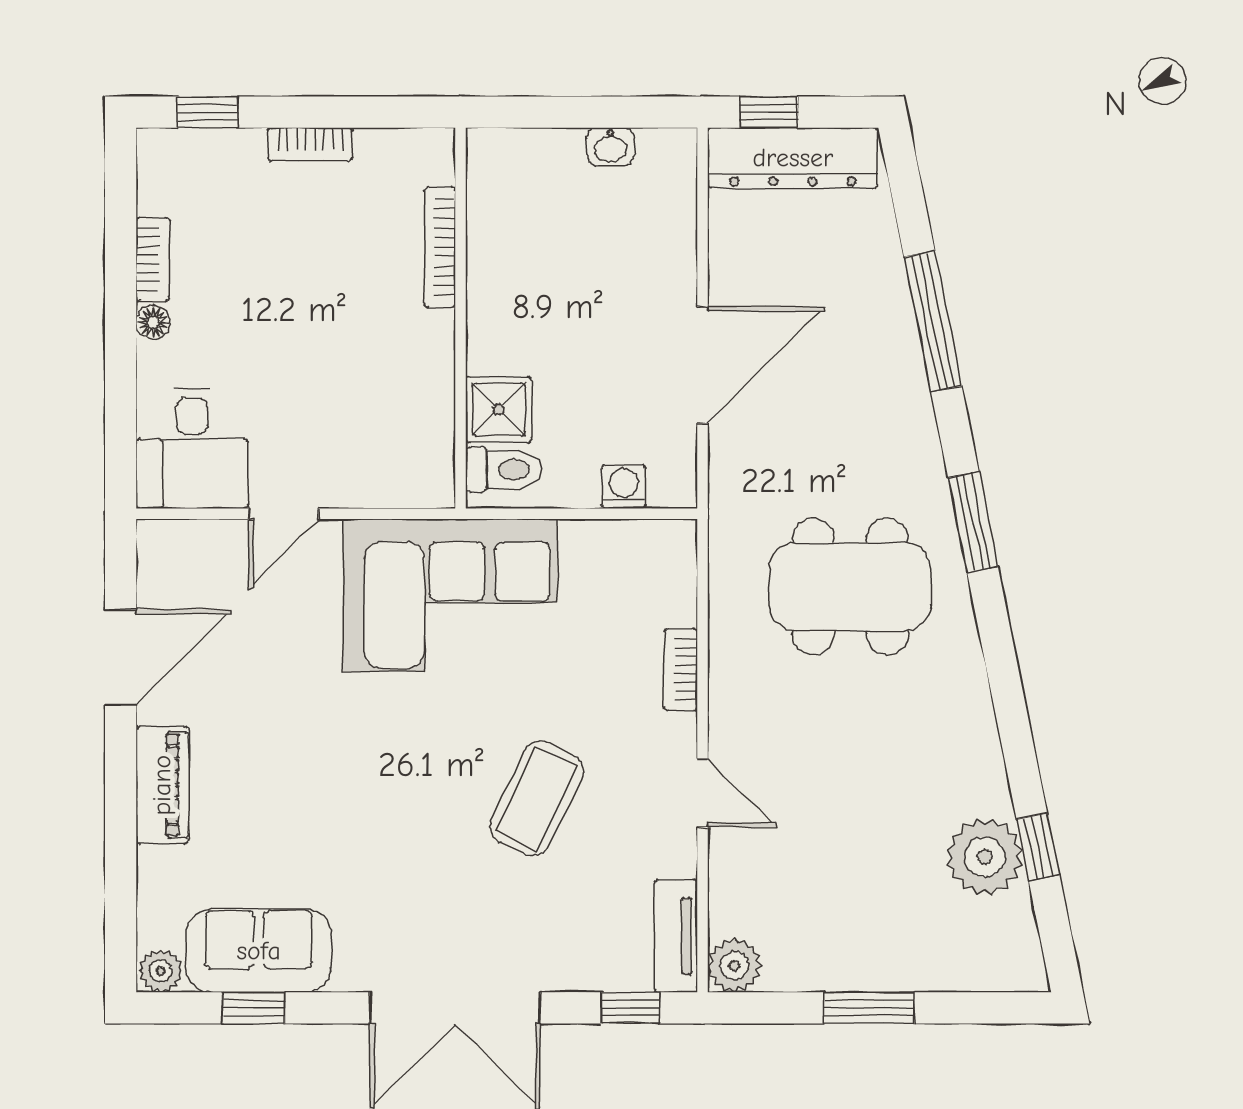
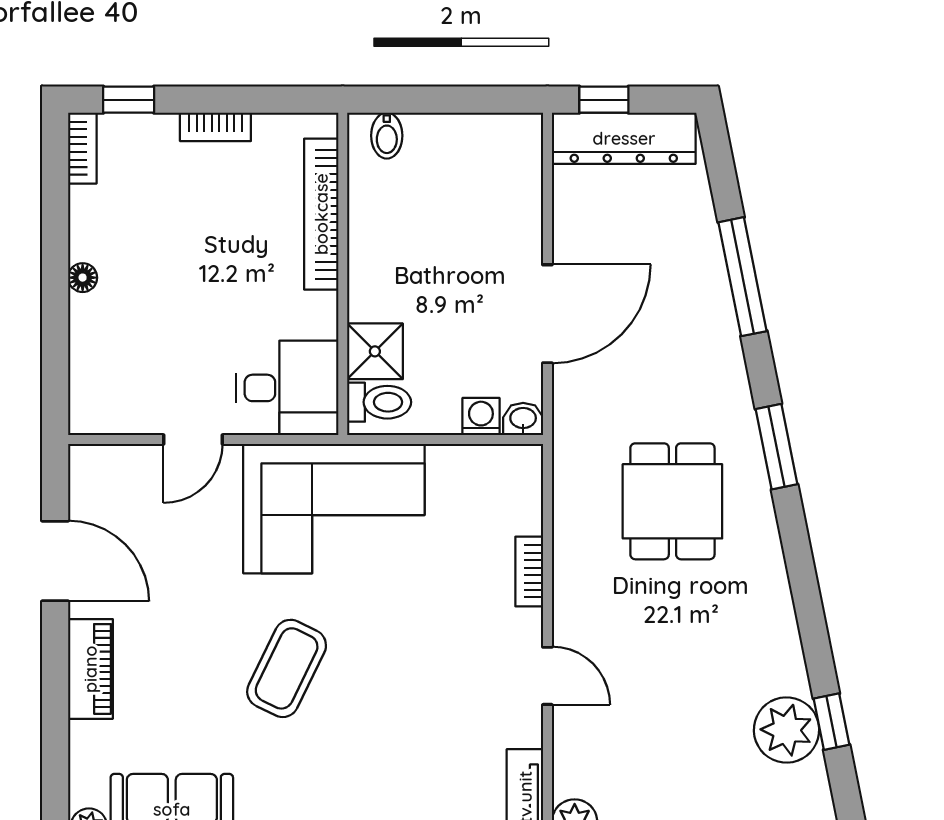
washbasin: (610, 147) -> (523, 419), moved, turned 180
bidet: (513, 155) -> (387, 136), added
bookcase: (440, 247) -> (321, 214), width x1.48, depth x1.31
bookcase: (153, 259) -> (82, 148), moved
desk: (192, 448) -> (287, 388), moved, turned -90
dining table: (850, 587) -> (672, 501), width x0.73
door: (121, 657) -> (55, 561), hinge flipped
coffee table: (537, 798) -> (287, 668), moved

